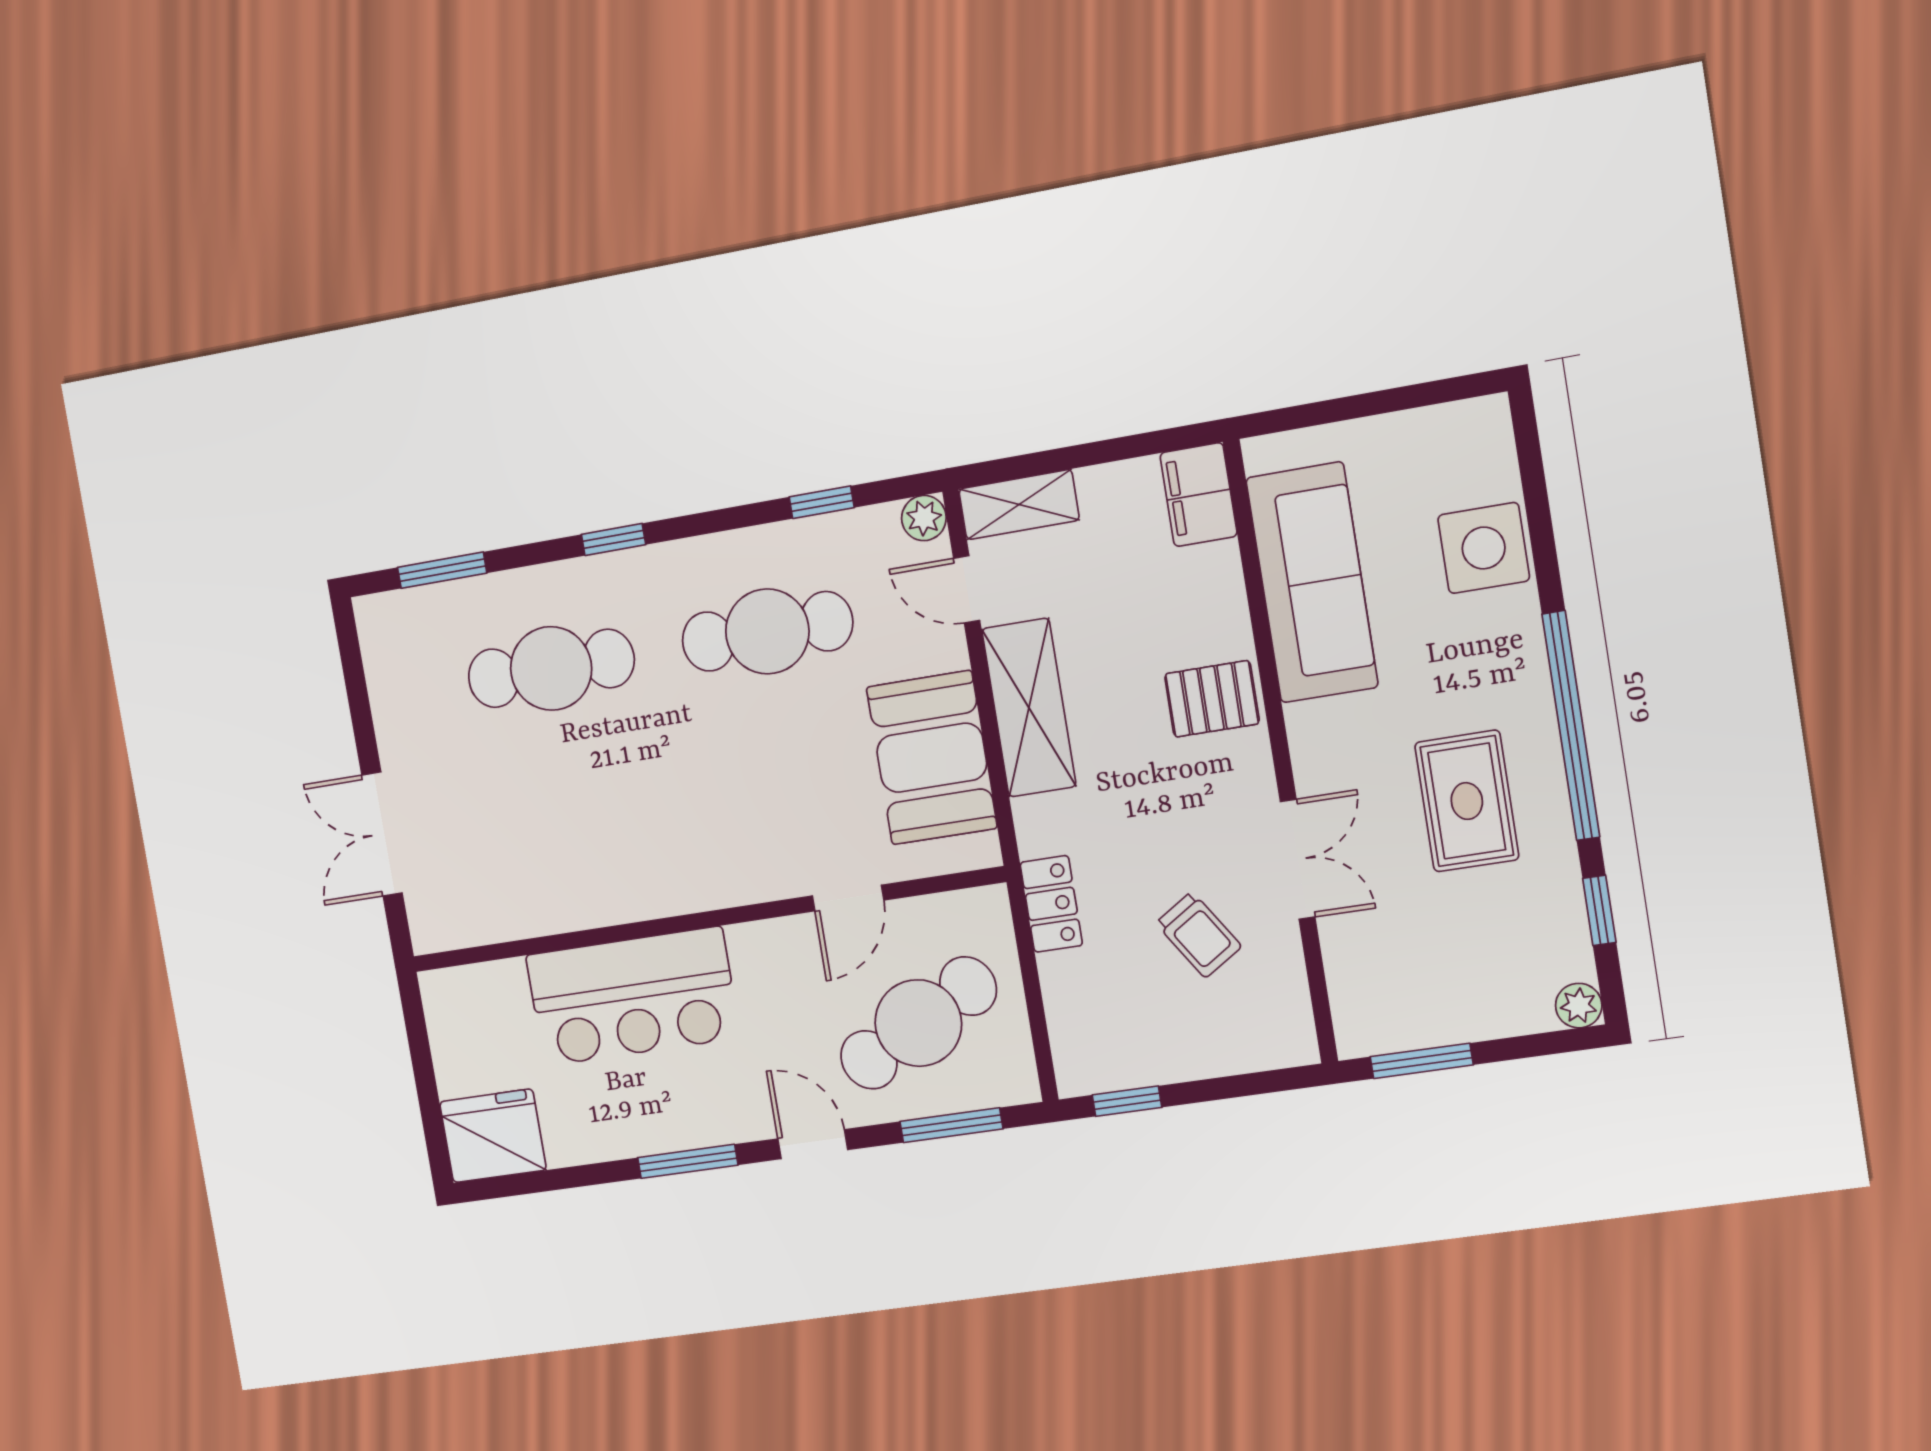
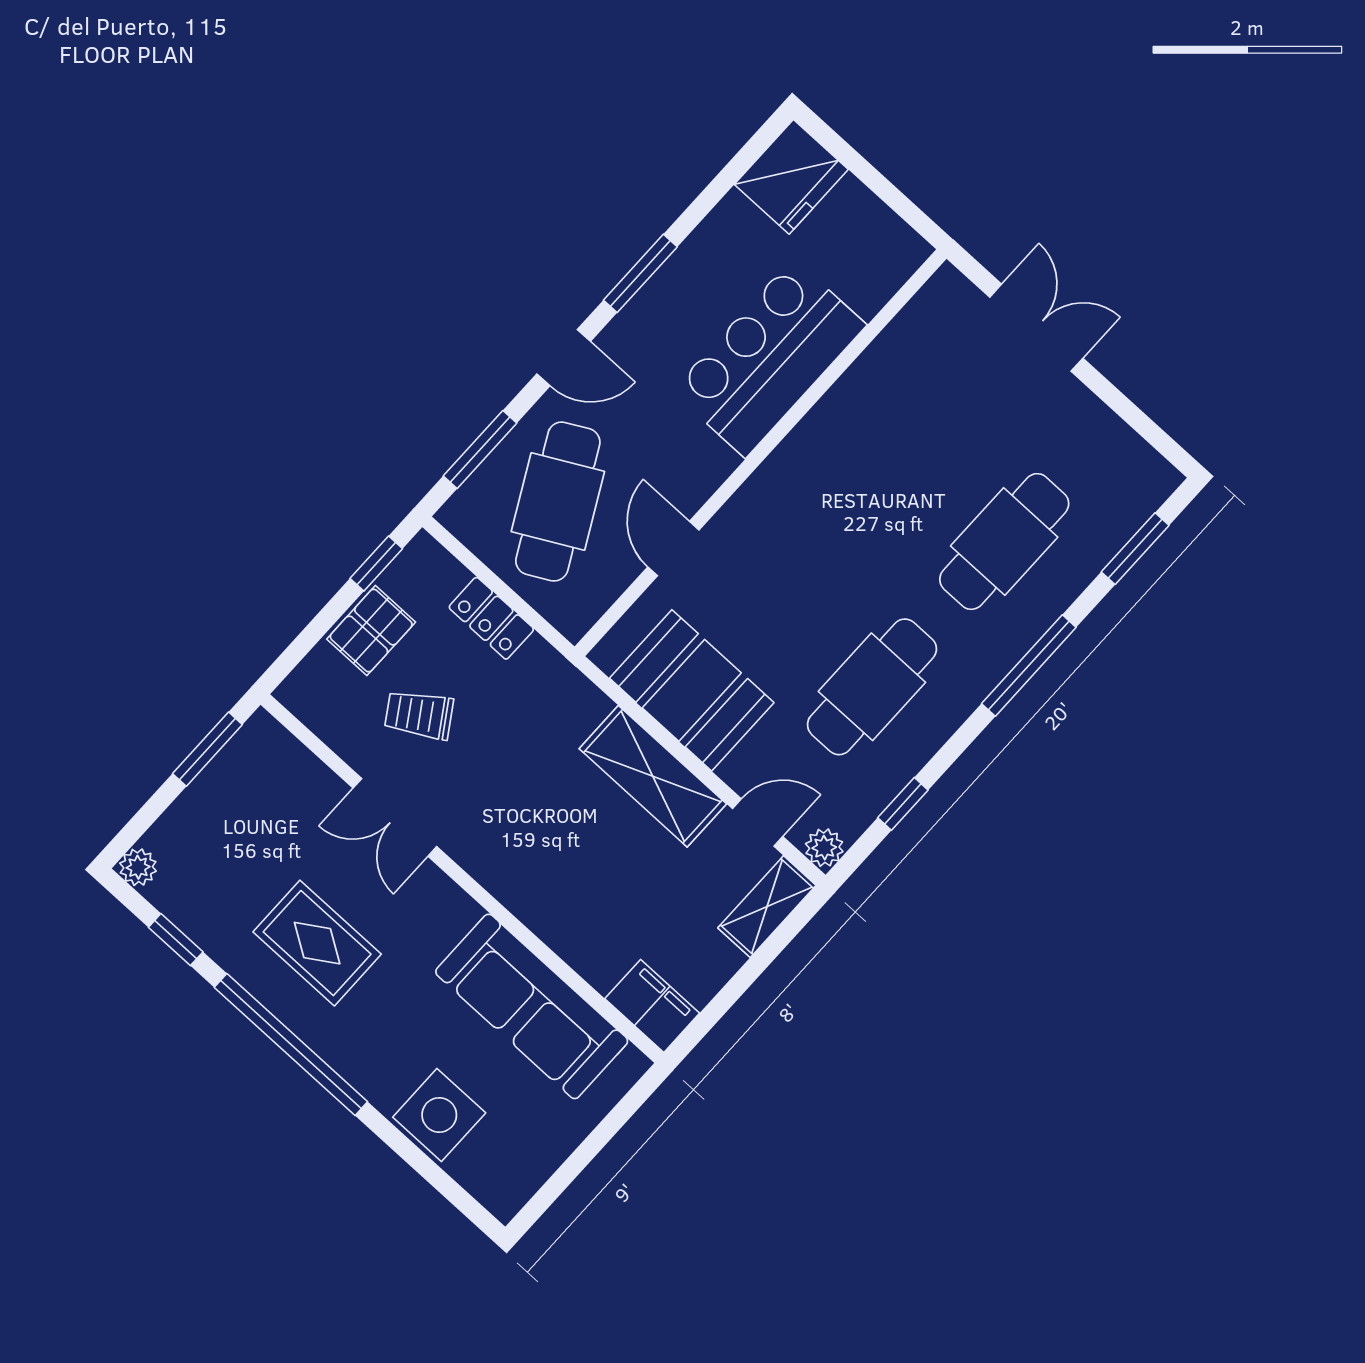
window: (613, 539) -> (1029, 665), width x2.17
pallet: (1212, 699) -> (371, 631), moved
locker: (1051, 904) -> (491, 618), moved

